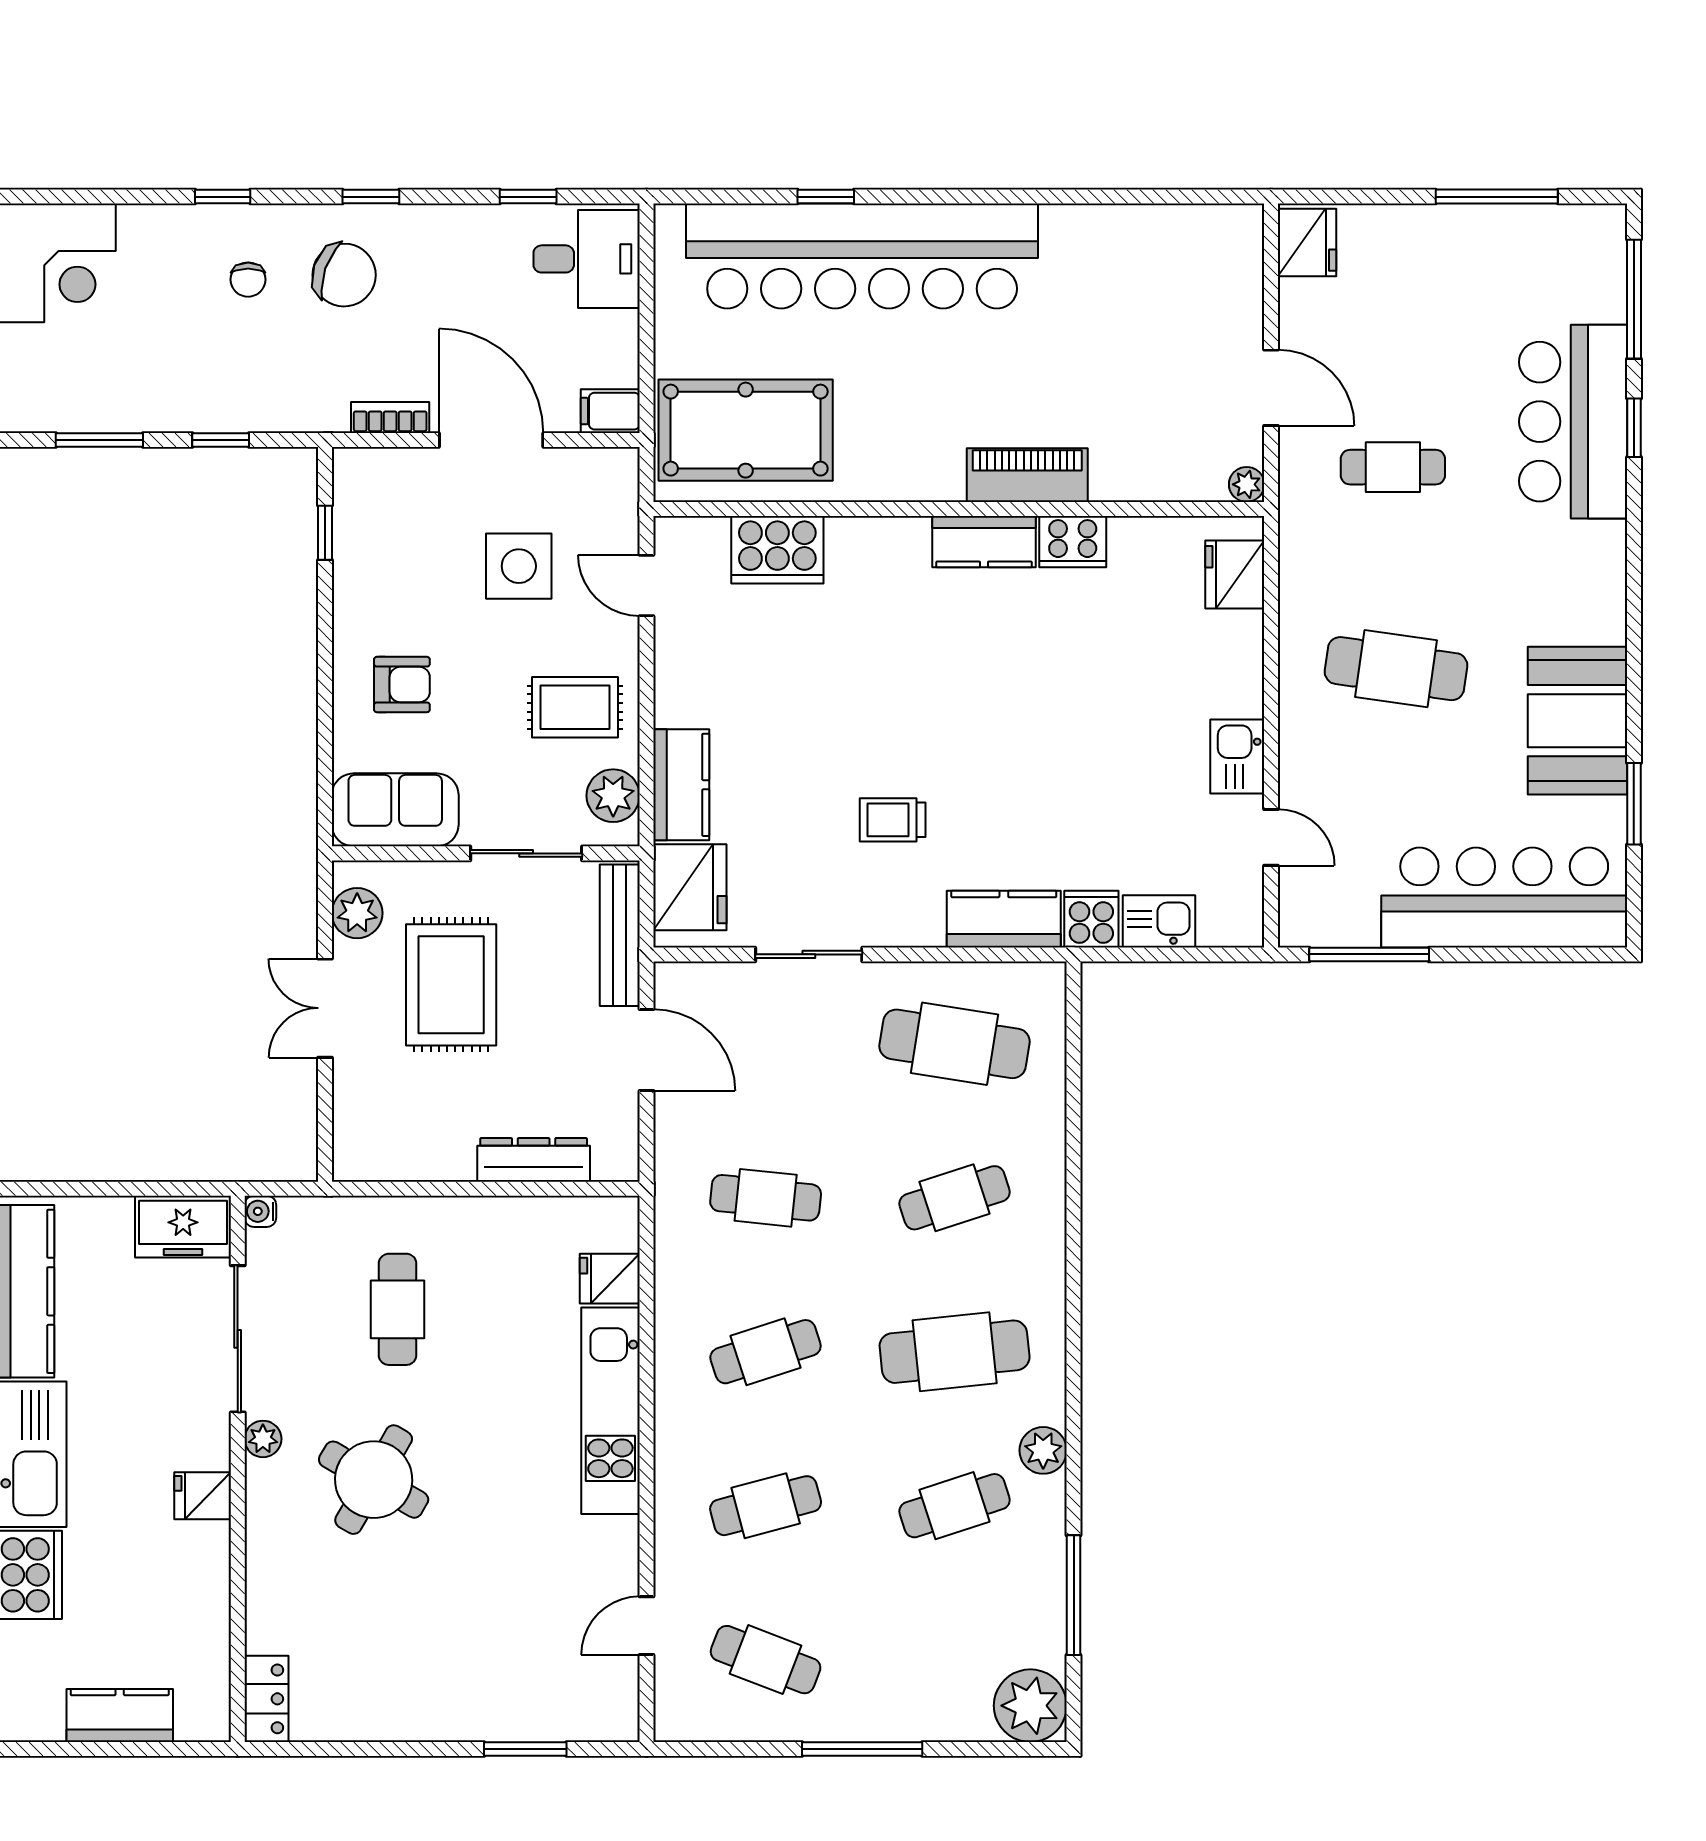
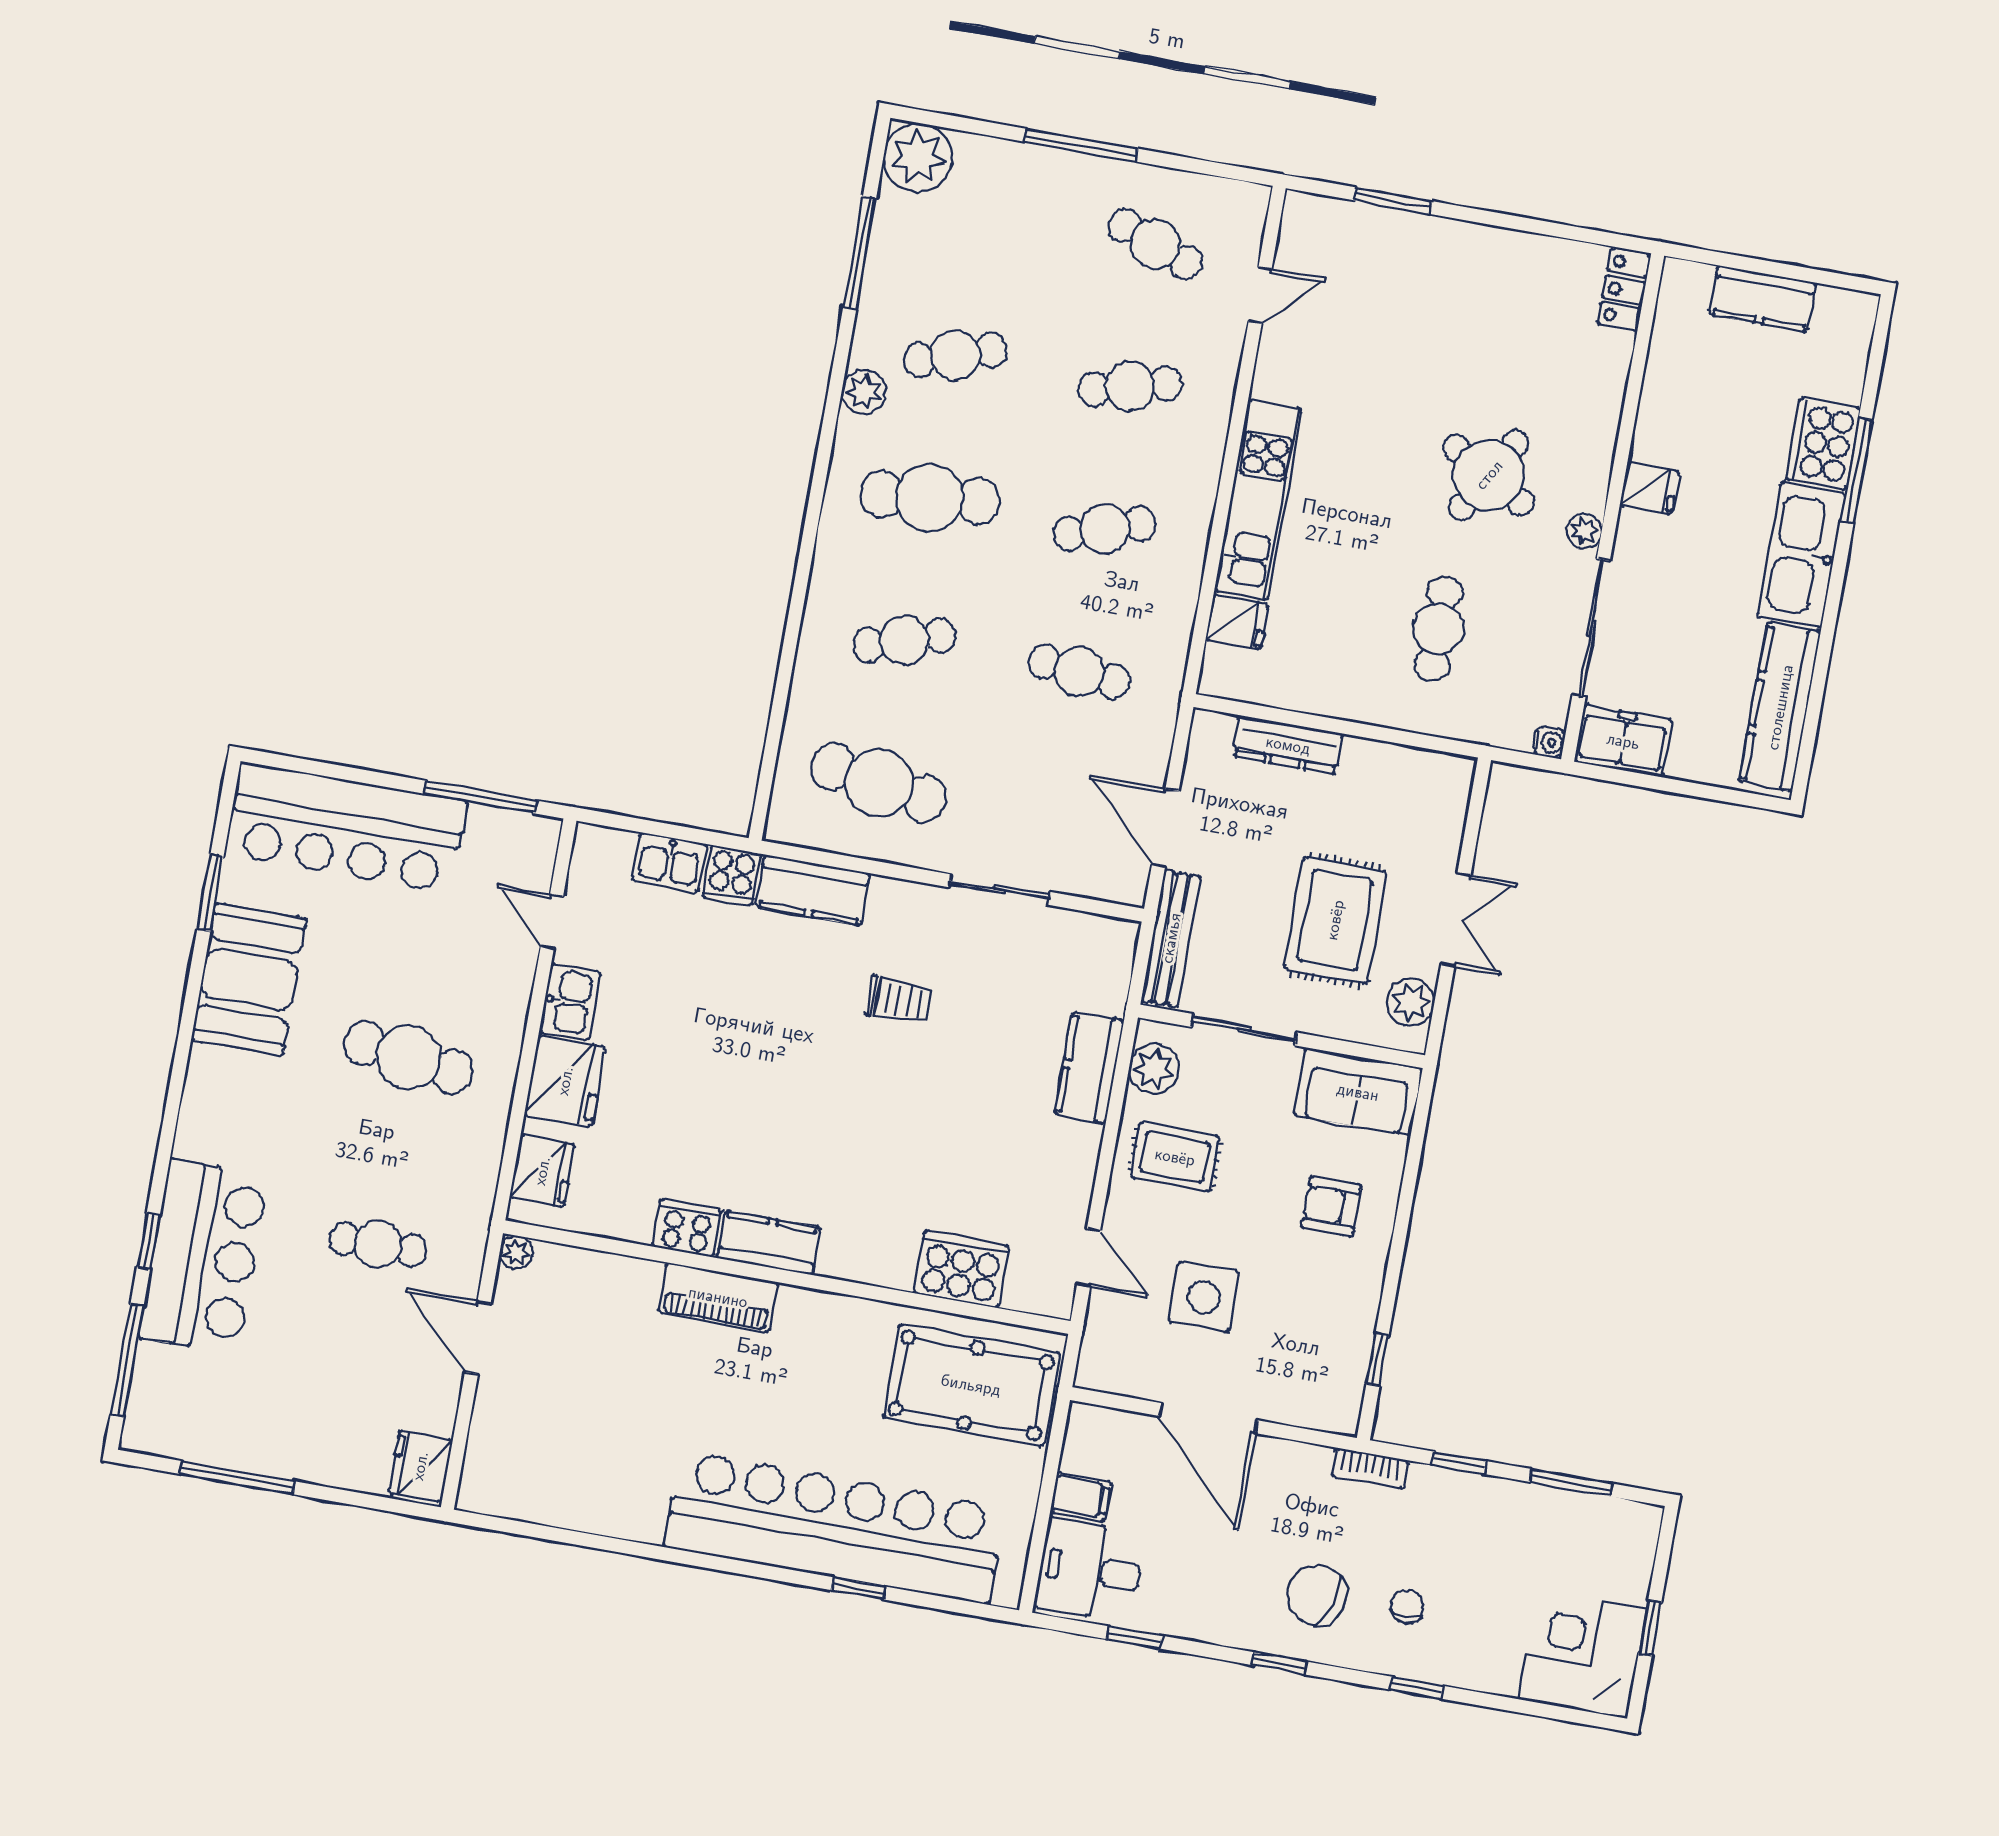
filing cabinet: (610, 411) -> (1081, 1497), moved
bookcase: (390, 418) -> (1370, 1468), moved
fridge: (690, 887) -> (565, 1081), moved, turned 180

